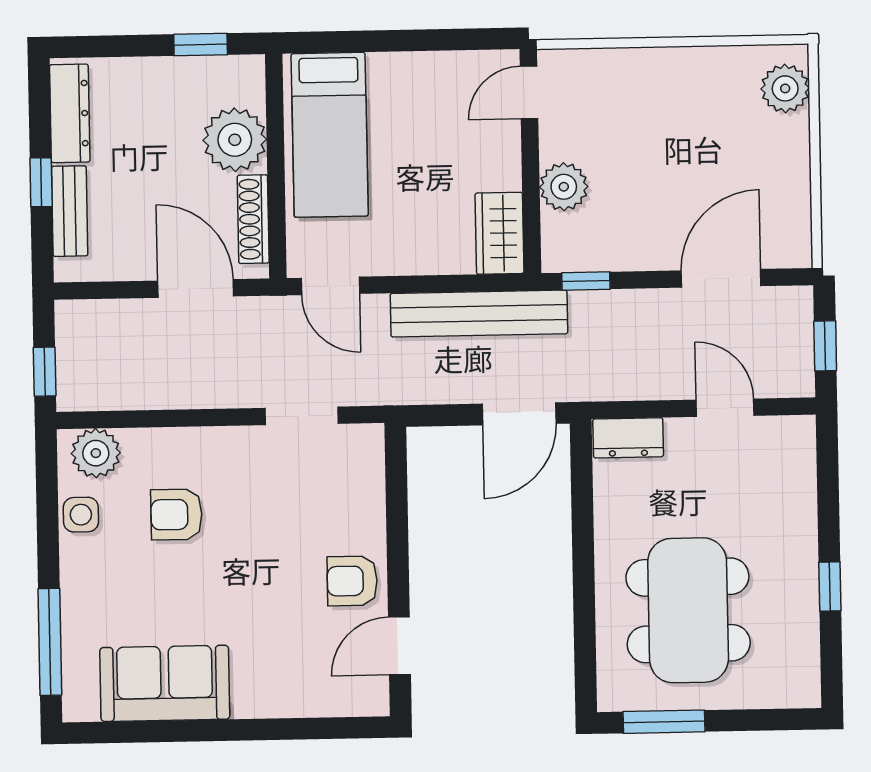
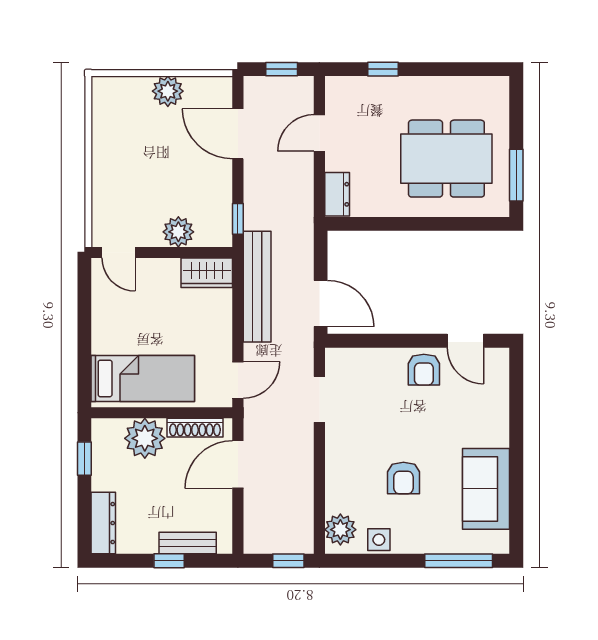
plant: (785, 88) -> (168, 91), moved
dresser: (70, 113) -> (103, 523), moved, turned 90
door: (519, 414) -> (321, 303), moved
armchair: (176, 514) -> (403, 478), moved
window: (830, 587) -> (383, 69), moved

